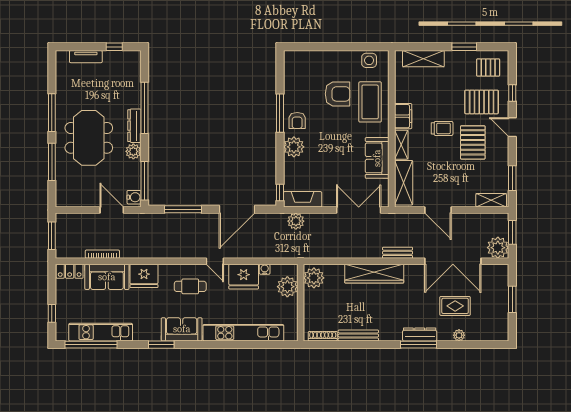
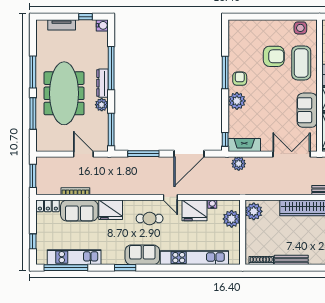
armchair: (297, 121) -> (240, 79), turned 180
meeting table: (89, 138) -> (64, 93), width x1.36
water cooler: (134, 197) -> (102, 25), moved

